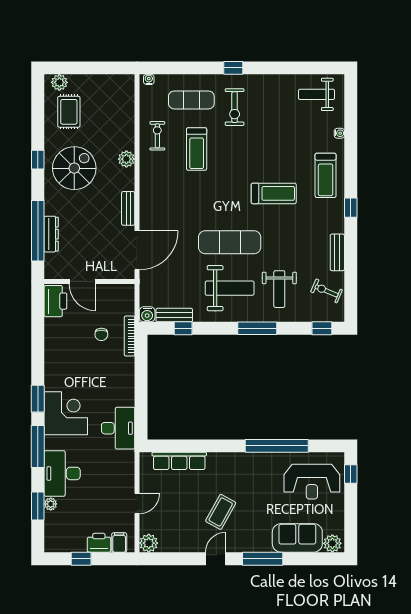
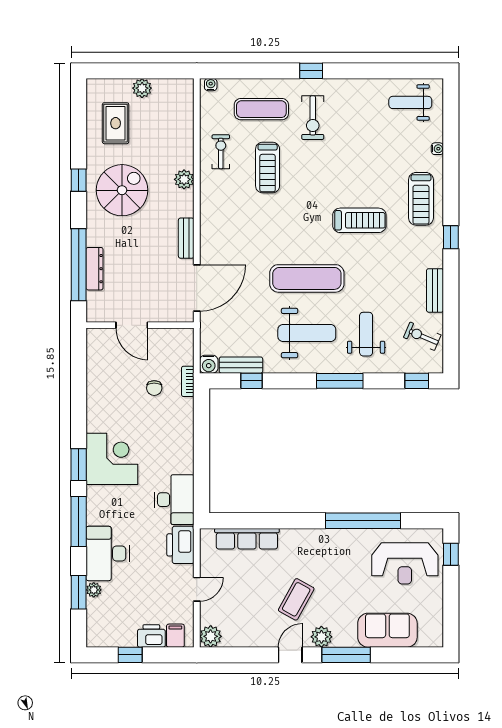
plant: (59, 82) -> (142, 88), moved
weight bench: (279, 289) -> (366, 334), turned 180
printer: (55, 301) -> (180, 545), moved, turned 180
bookcase: (130, 336) -> (188, 381), width x0.64
corner desk: (66, 413) -> (112, 459), moved
plant: (332, 543) -> (321, 637), moved

